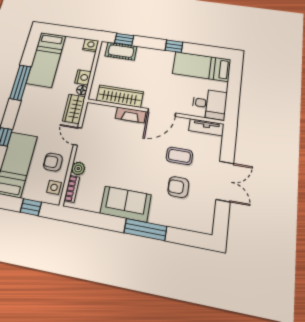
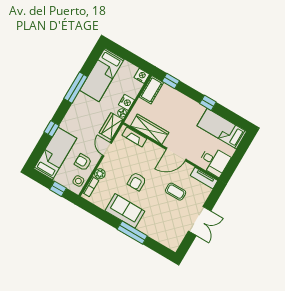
cot: (121, 51) -> (151, 90), moved, turned 90
fireplace: (131, 115) -> (134, 137), moved
armchair: (178, 187) -> (137, 181), moved, turned -90

